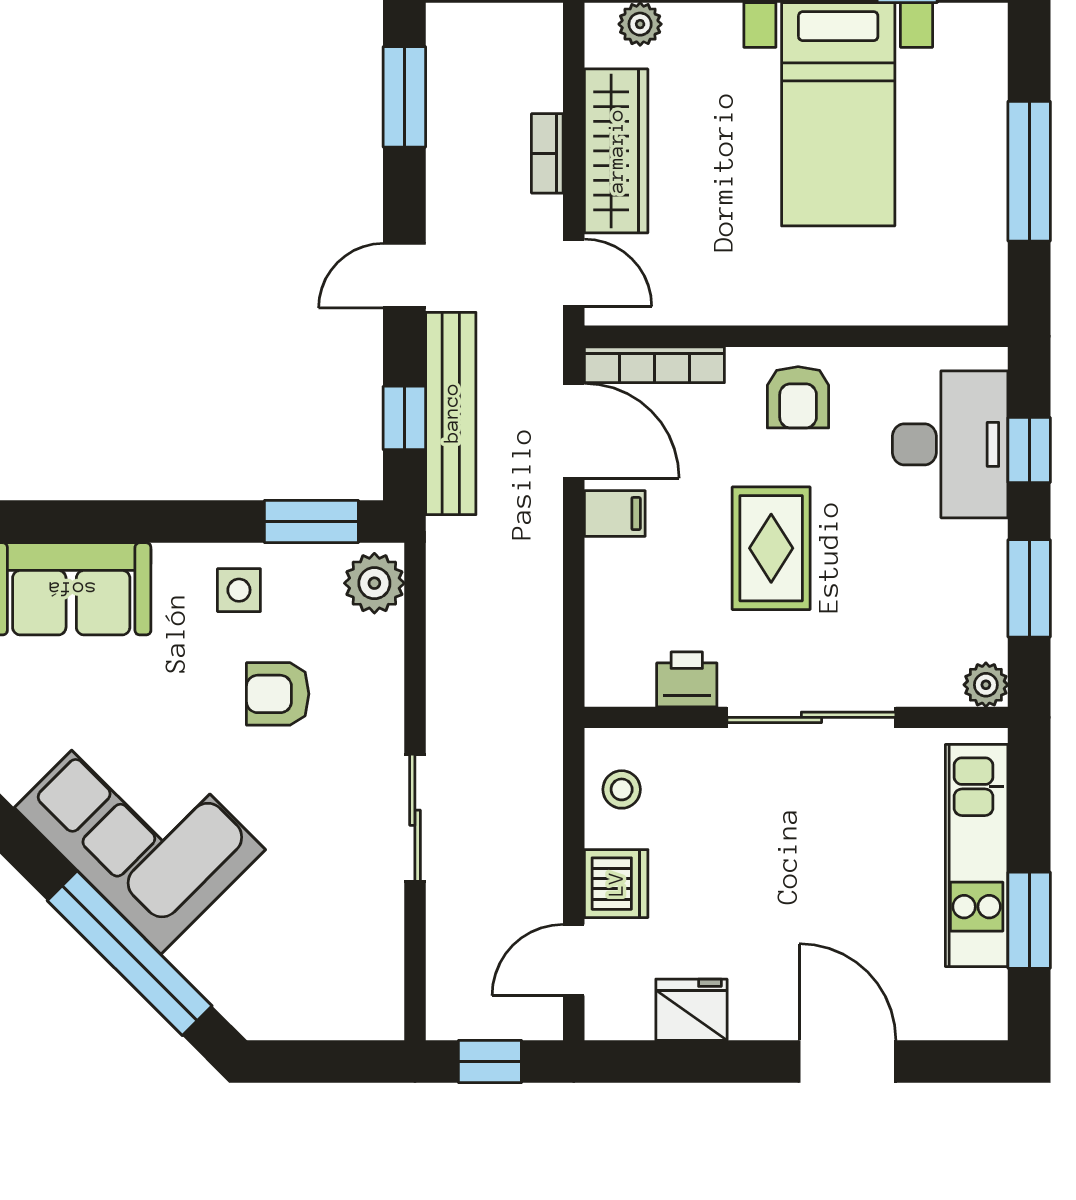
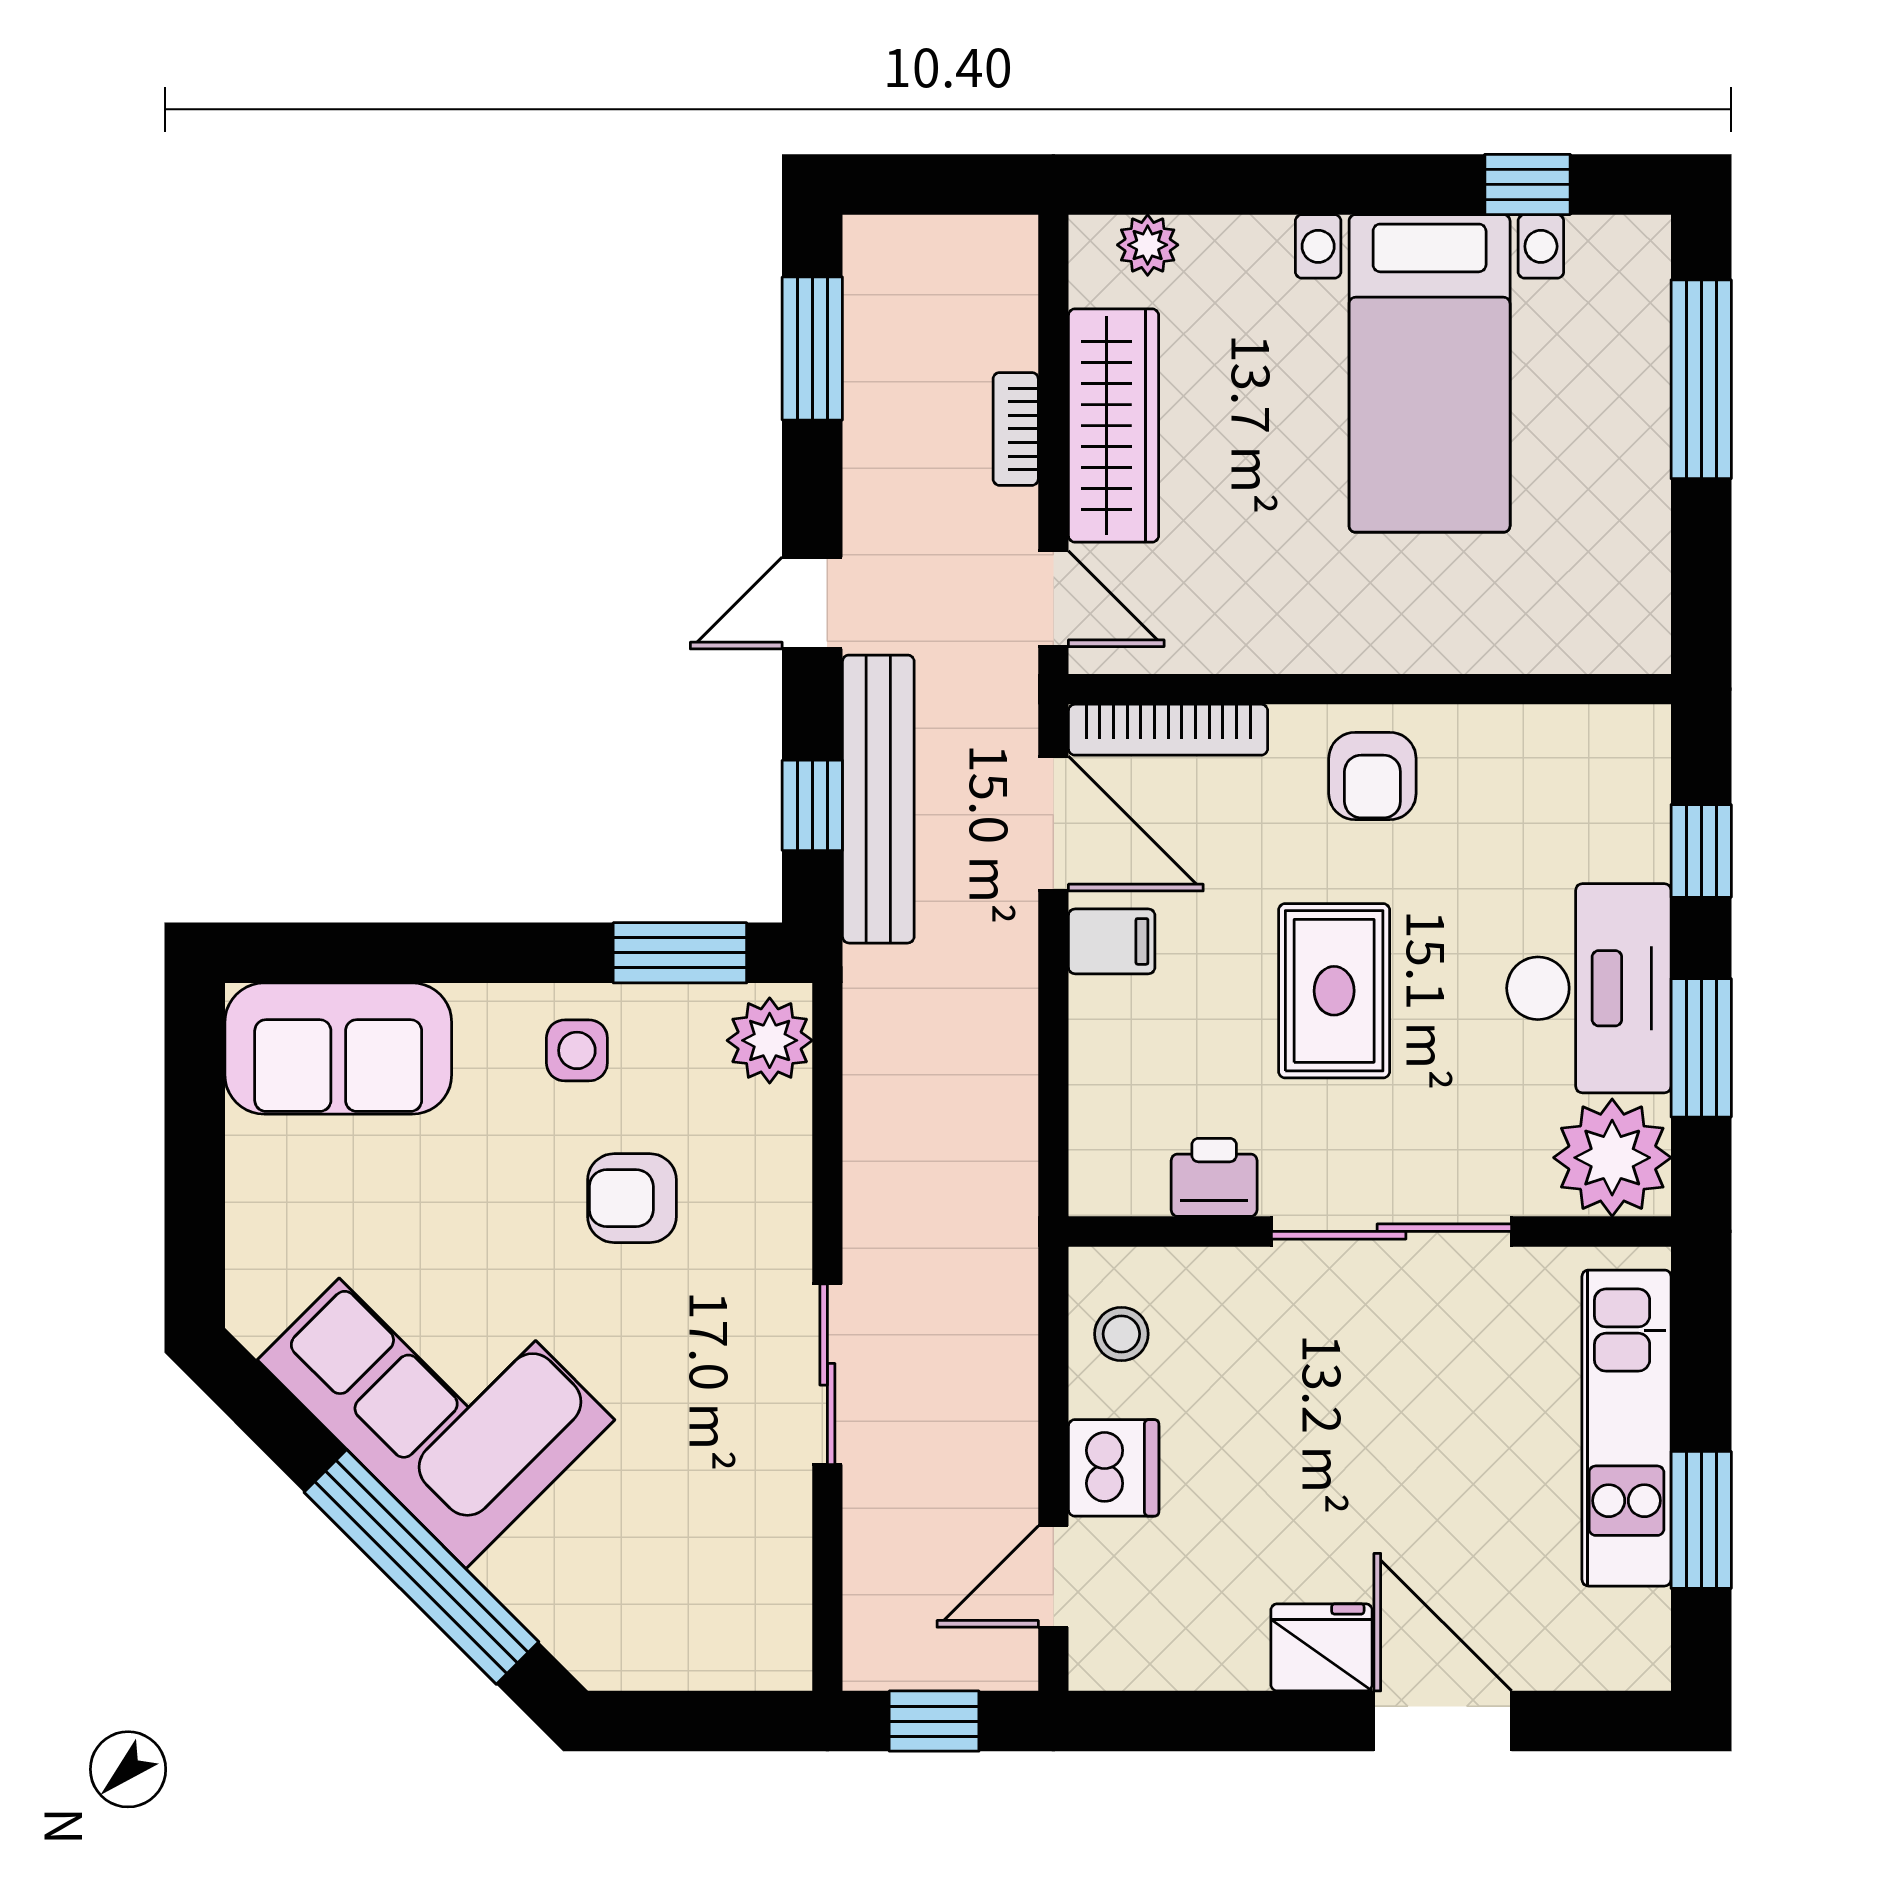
window: (1029, 171) -> (1701, 379), moved
desk: (950, 444) -> (1589, 988), moved
plant: (986, 685) -> (1612, 1158), width x1.87, depth x1.87
fridge: (691, 1010) -> (1321, 1647), moved

